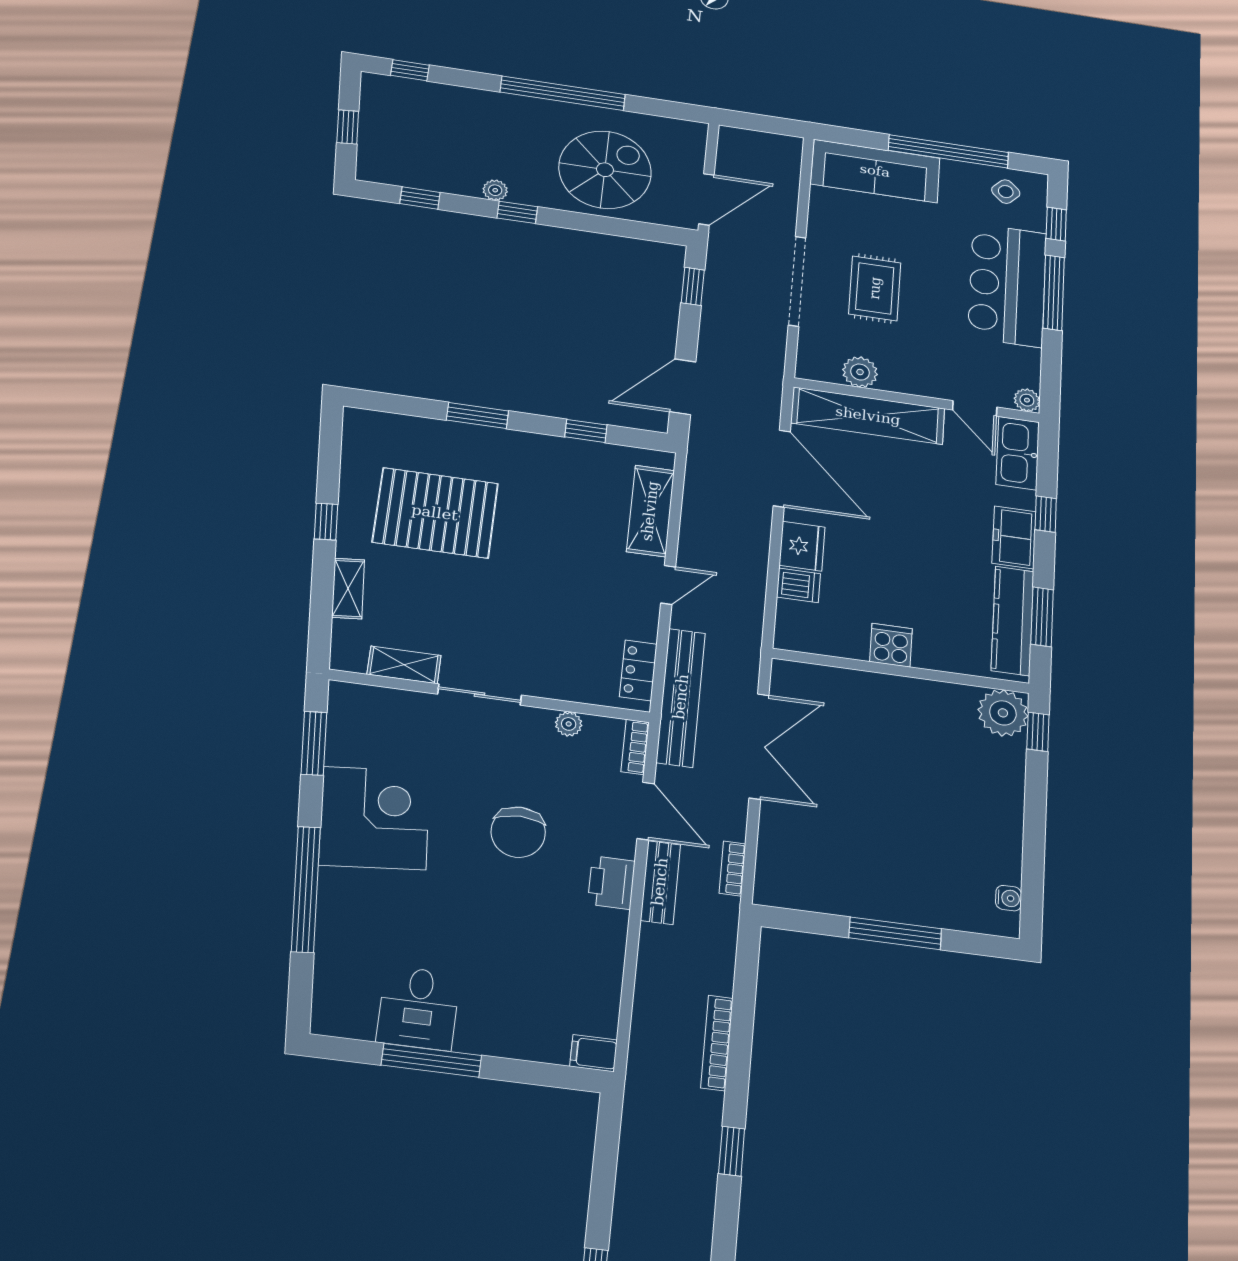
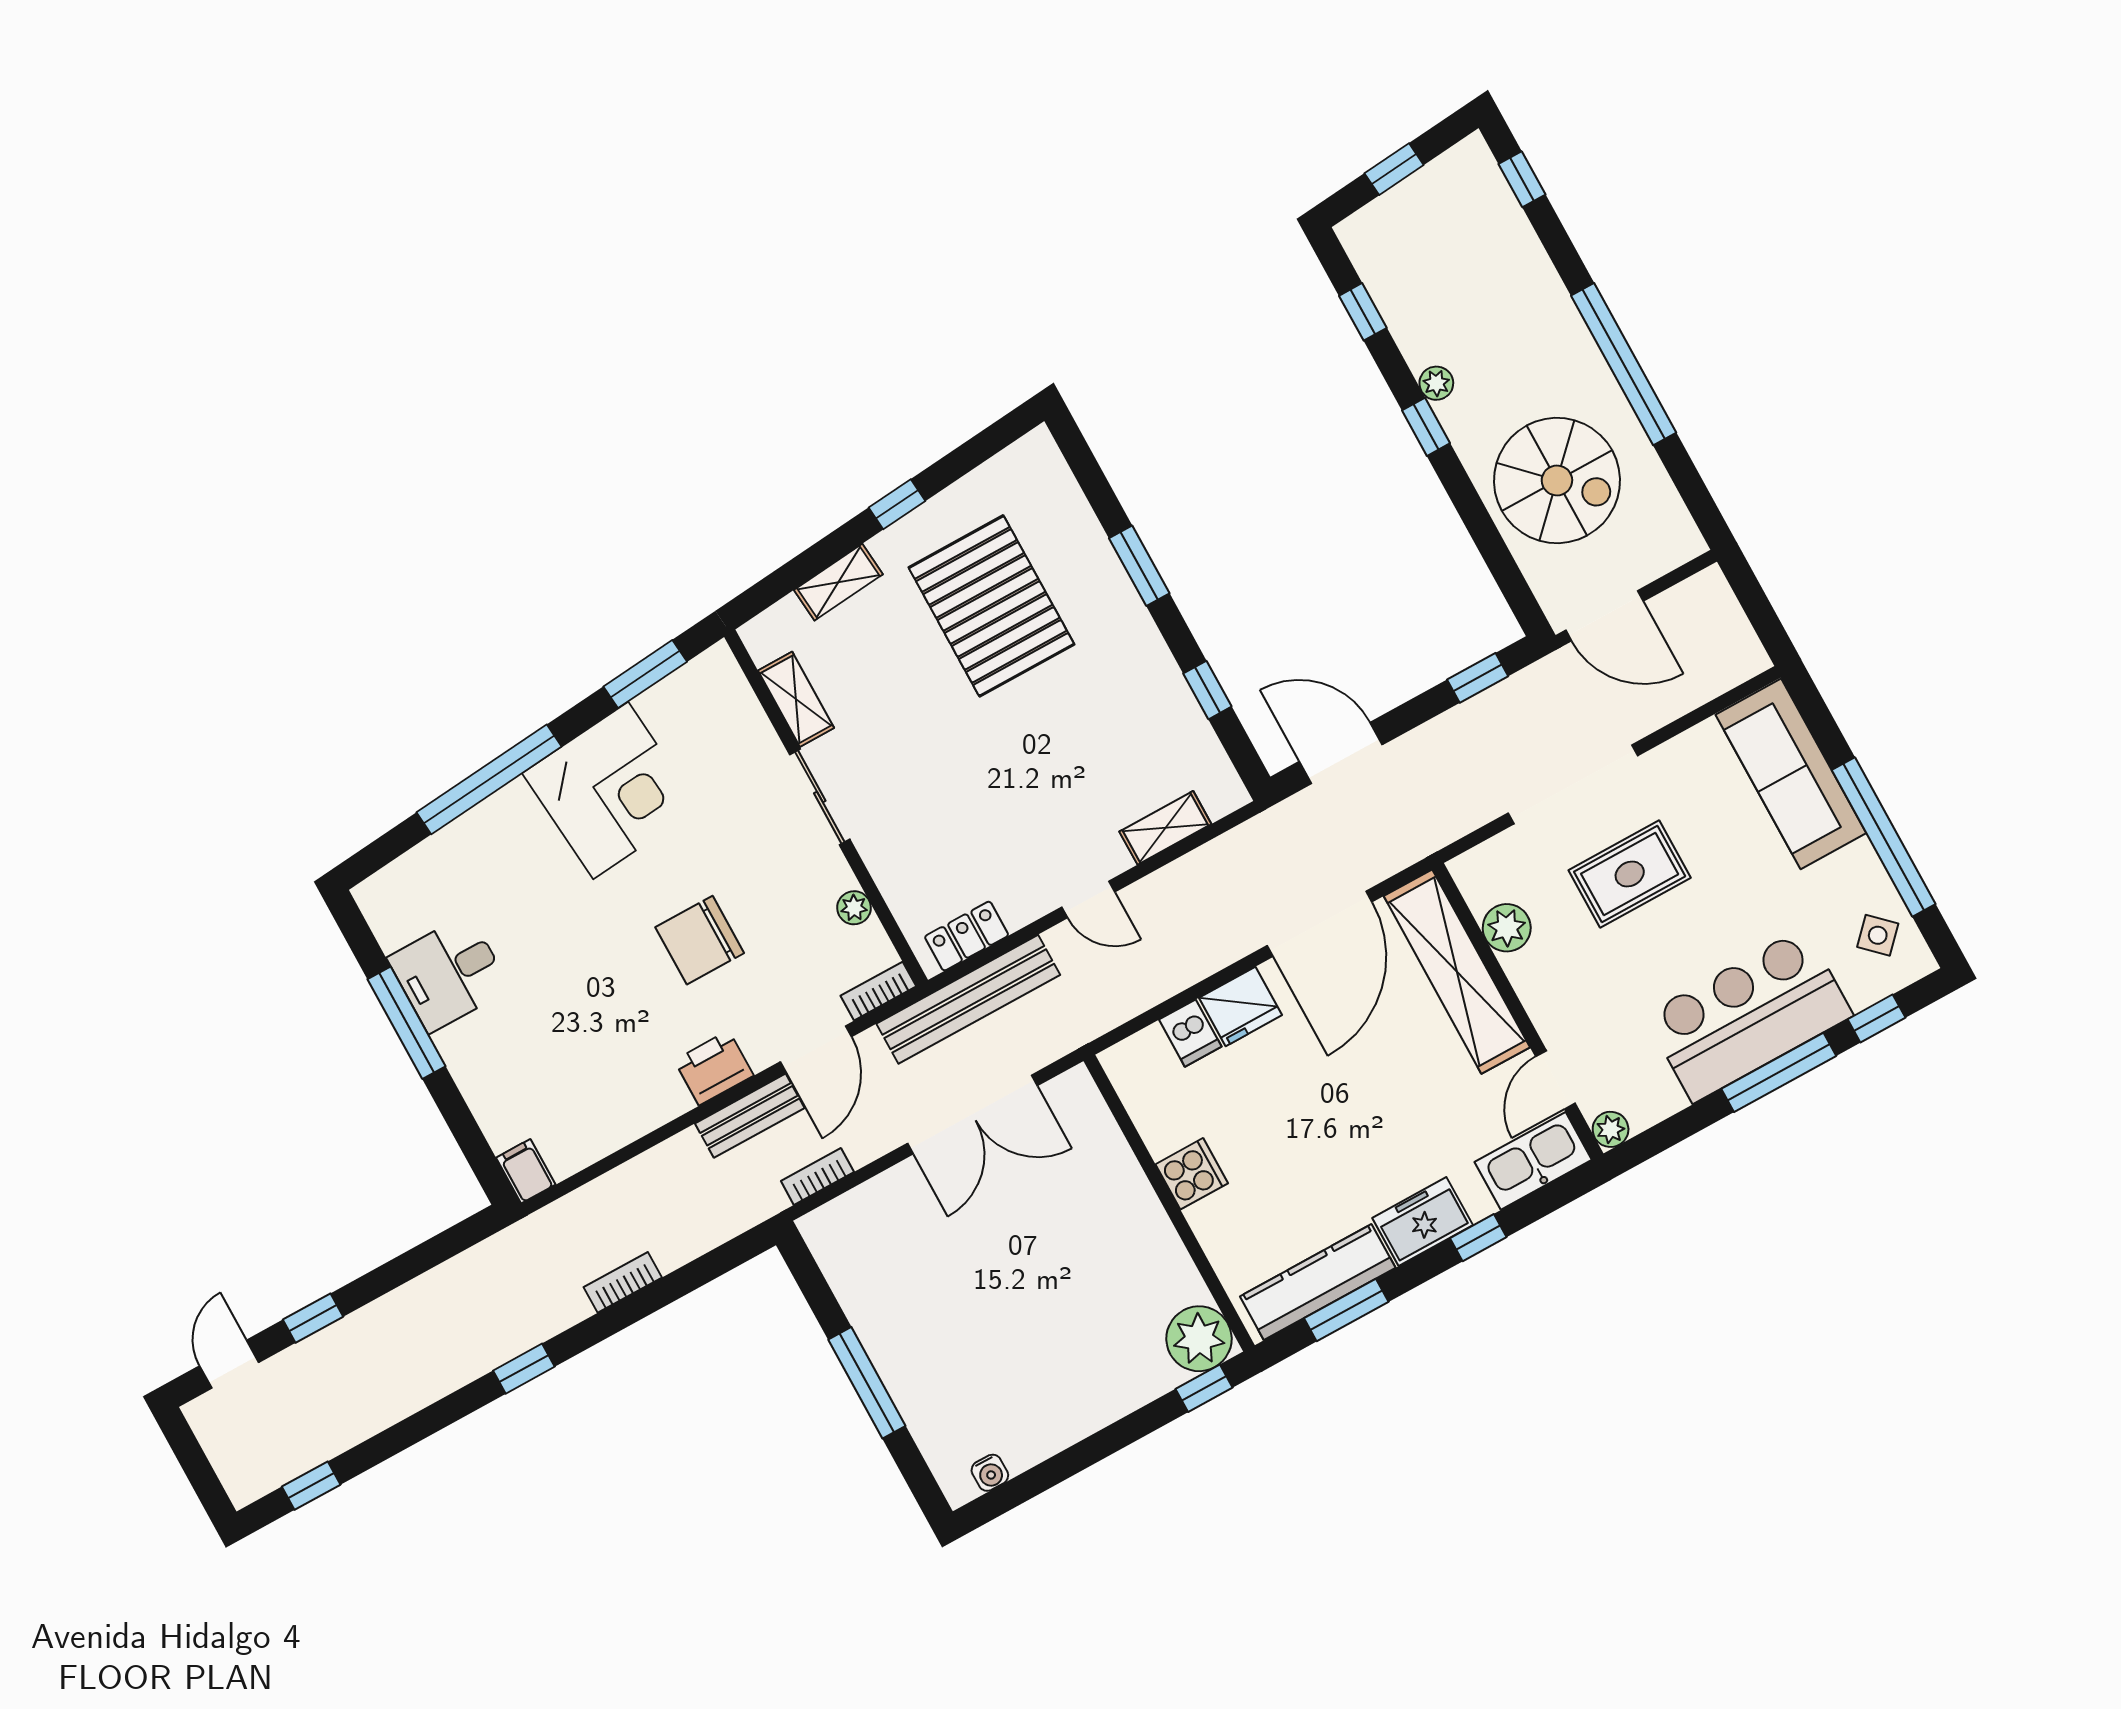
shelving: (650, 511) -> (1165, 828), width x0.67, depth x0.75
bookcase: (717, 1043) -> (623, 1282), width x0.64

